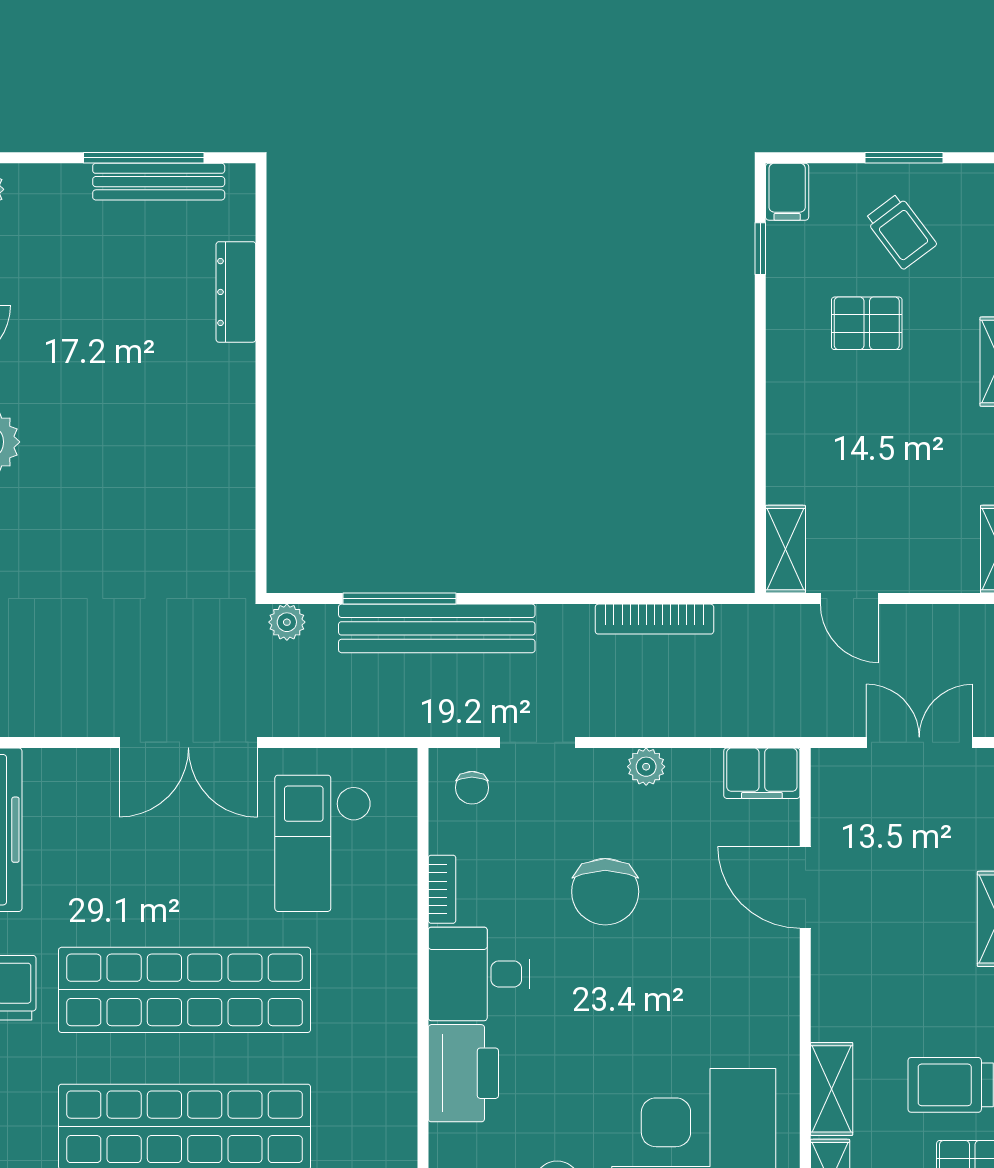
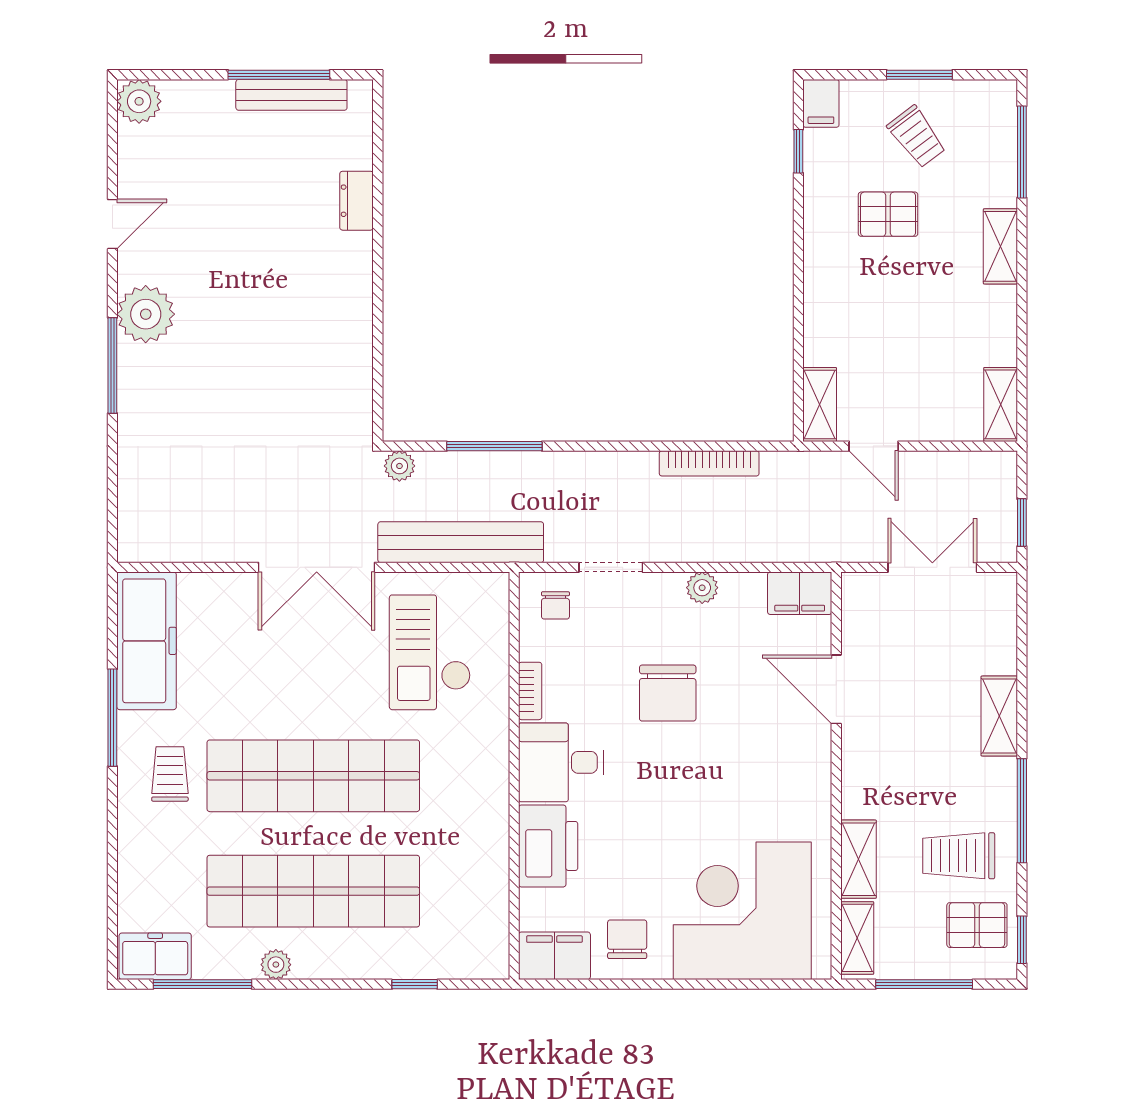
dresser: (236, 292) -> (357, 201), width x0.70
bench: (437, 628) -> (461, 542), moved

